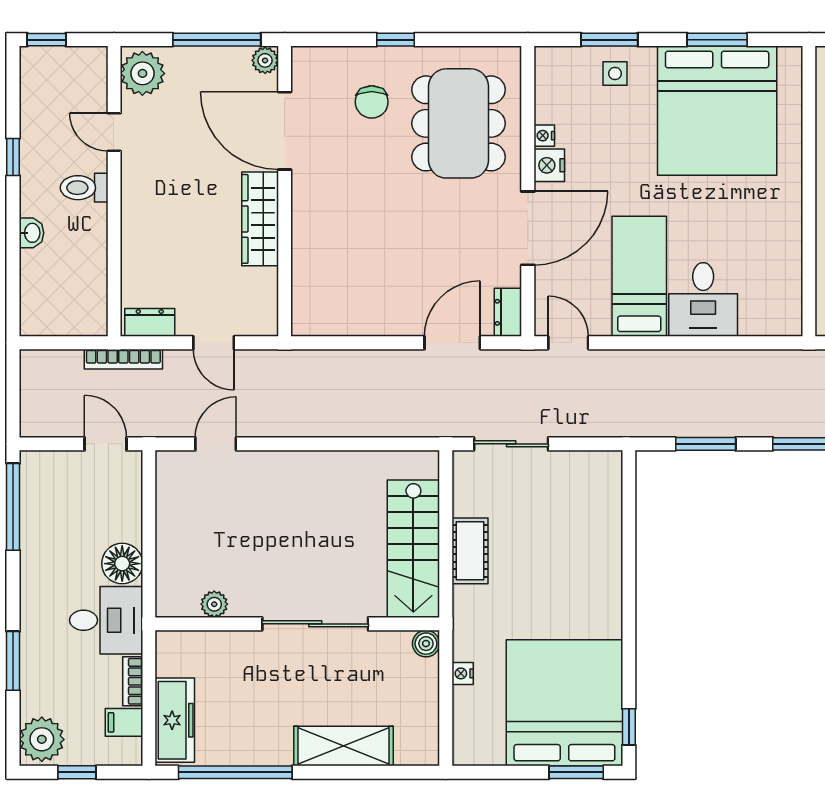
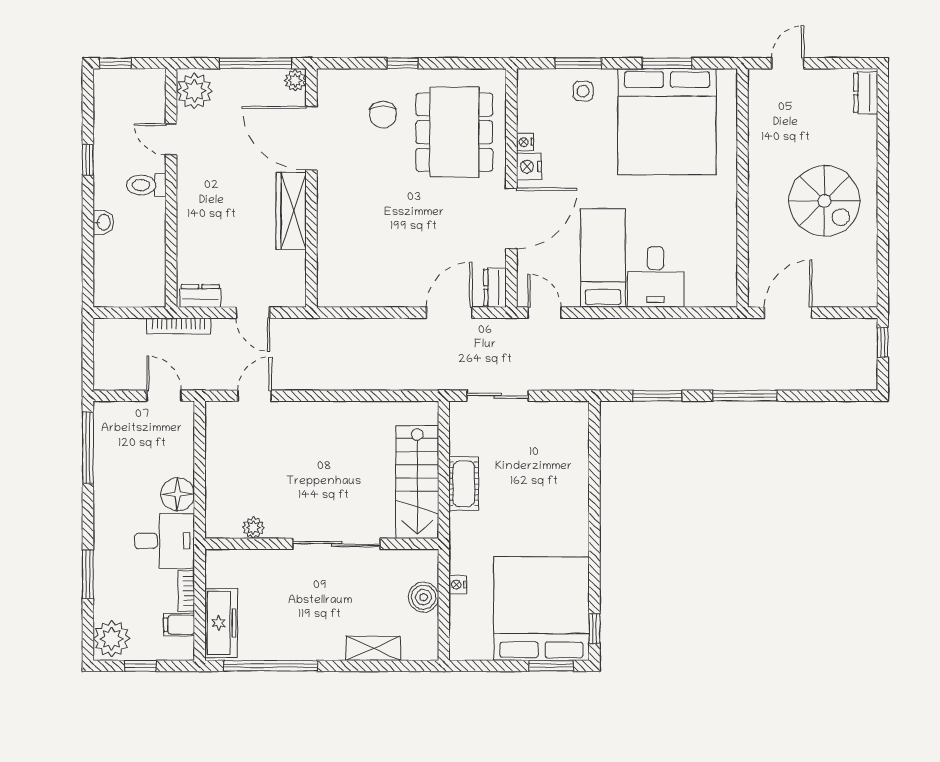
boiler: (426, 644) -> (424, 597), moved, width x1.36, depth x1.36
shelving: (343, 746) -> (373, 648), width x0.67, depth x0.75

